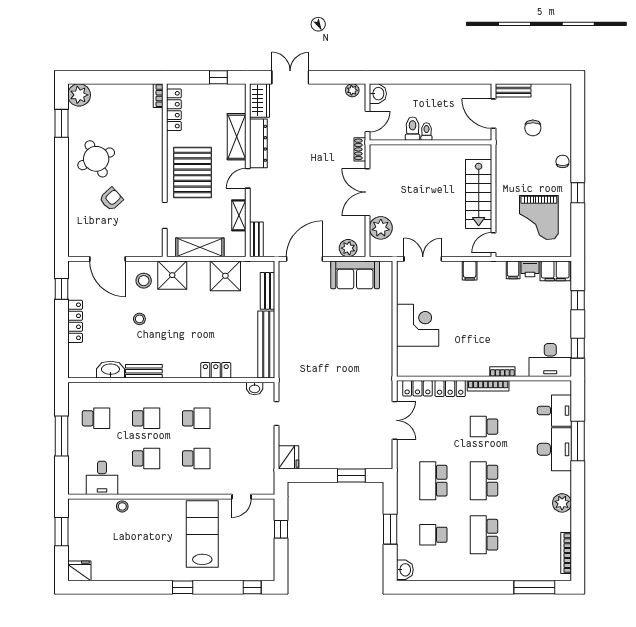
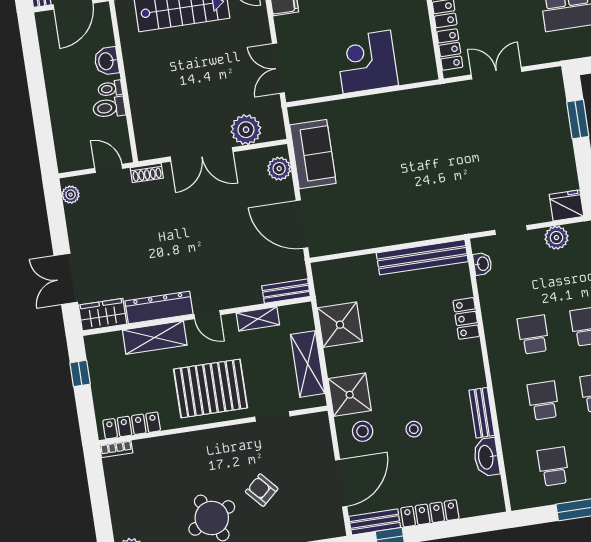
washbasin: (378, 94) -> (107, 61), moved, turned -90
bench: (267, 291) -> (375, 522), moved
plant: (266, 446) -> (556, 238), added

